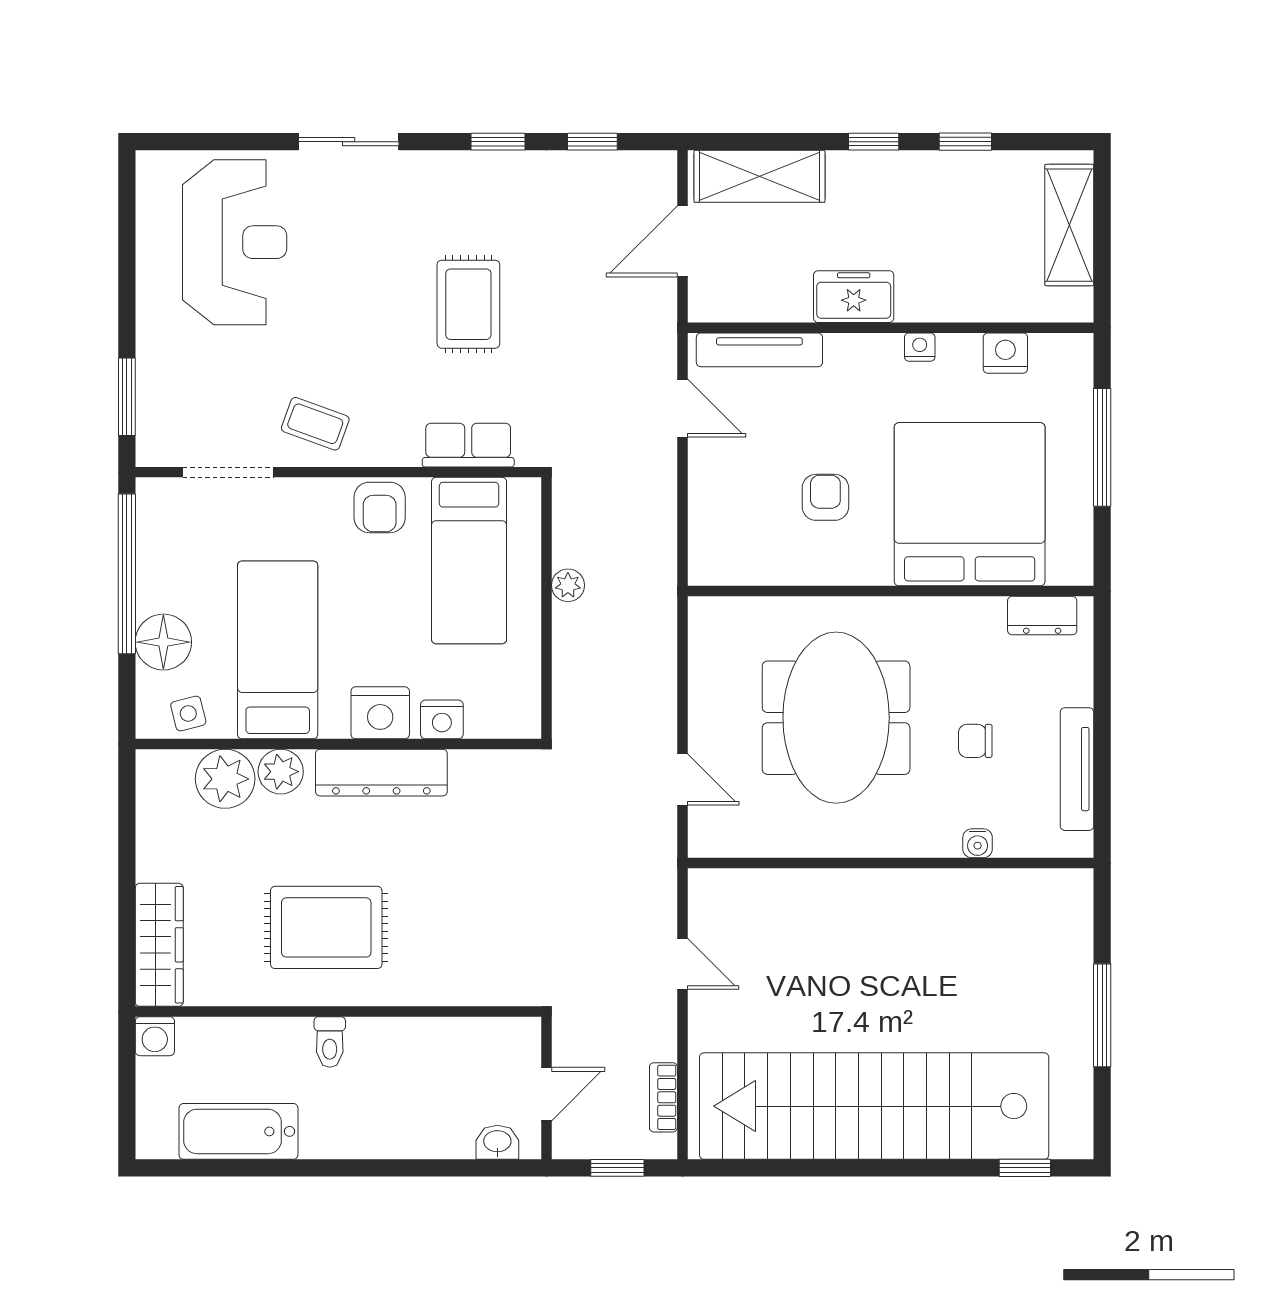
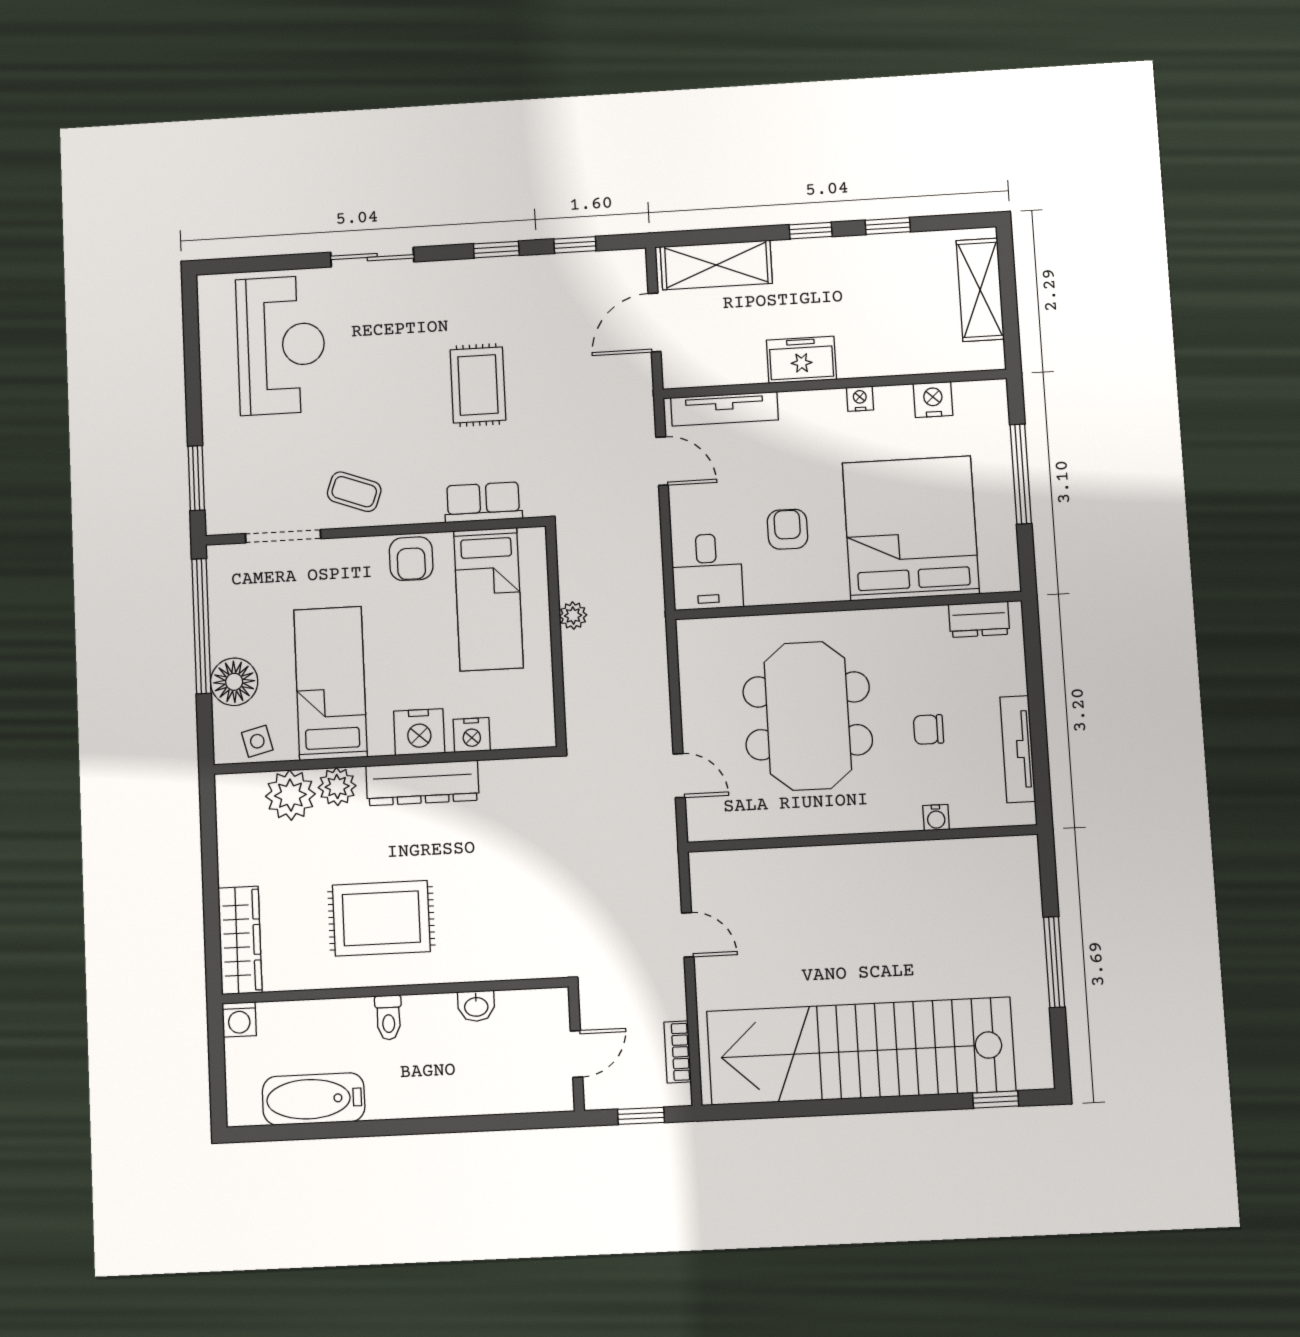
desk: (728, 542) -> (707, 572), added
washbasin: (497, 1142) -> (476, 1006), moved, turned 180

